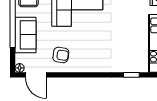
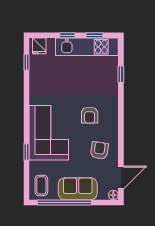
armchair: (94, 46) -> (90, 115), added

